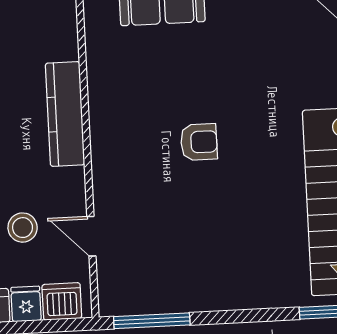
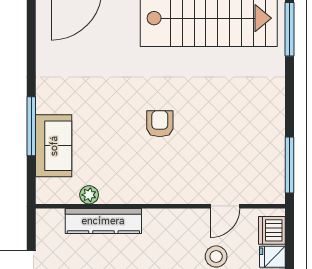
plant: (98, 51) -> (89, 195), added
kitchen counter: (65, 114) -> (103, 221), moved

